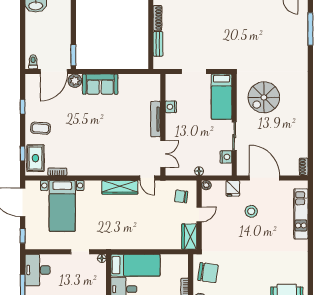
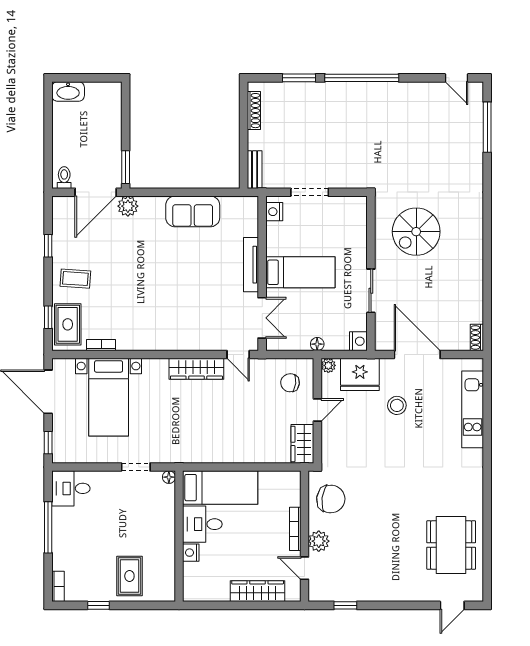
bench: (158, 44) -> (255, 170), moved
sofa: (100, 84) -> (193, 211), moved
bed: (222, 97) -> (300, 272), moved, turned -90
nightstand: (171, 107) -> (274, 212), moved
nightstand: (226, 157) -> (358, 341), moved
fridge: (233, 188) -> (360, 374), width x1.88, depth x1.34
desk: (37, 270) -> (71, 488), width x0.73

